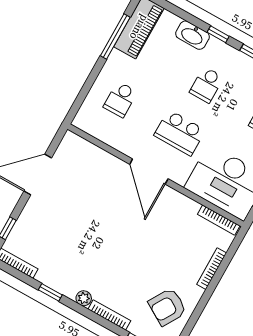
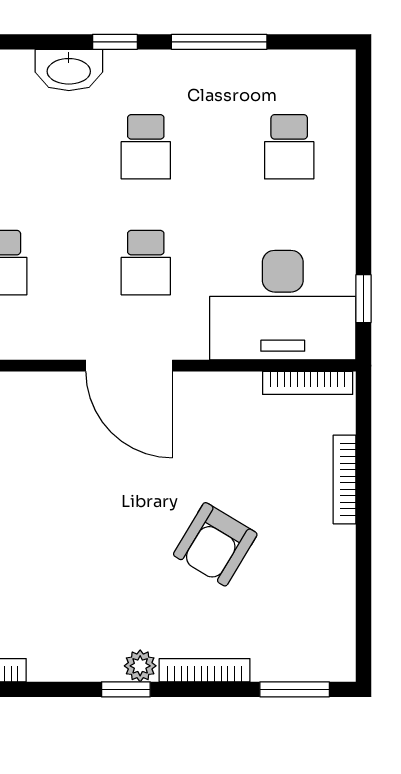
school desk: (180, 133) -> (146, 263), width x0.54
window: (50, 292) -> (126, 689), moved
armchair: (167, 307) -> (215, 544), moved

